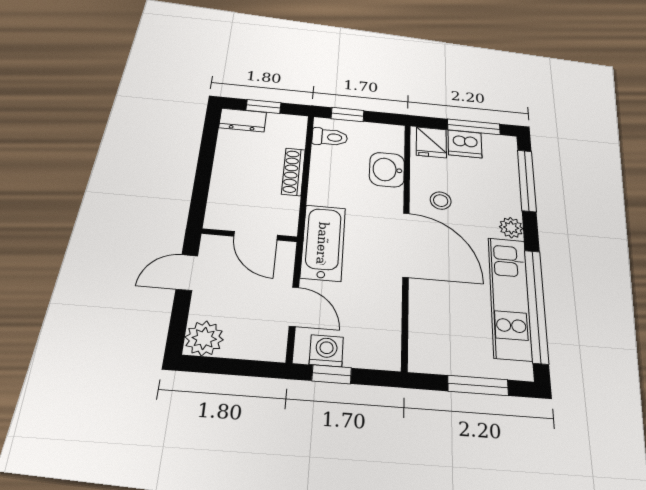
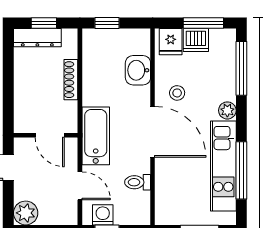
dresser: (243, 120) -> (37, 38), width x1.44
toilet: (330, 137) -> (138, 182), moved, turned 180
window: (536, 305) -> (241, 170), width x0.68

